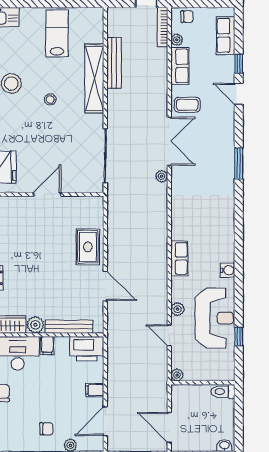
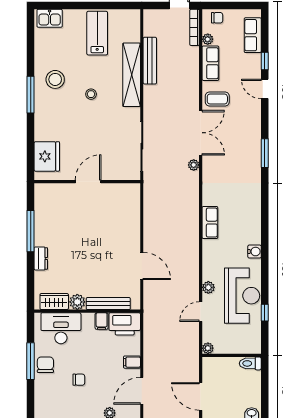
rug: (88, 247) -> (126, 230), removed
row of seats: (179, 259) -> (210, 223), moved
door: (169, 335) -> (201, 312), hinge flipped
filing cabinet: (47, 346) -> (102, 321), moved
chair: (46, 429) -> (79, 380), moved

